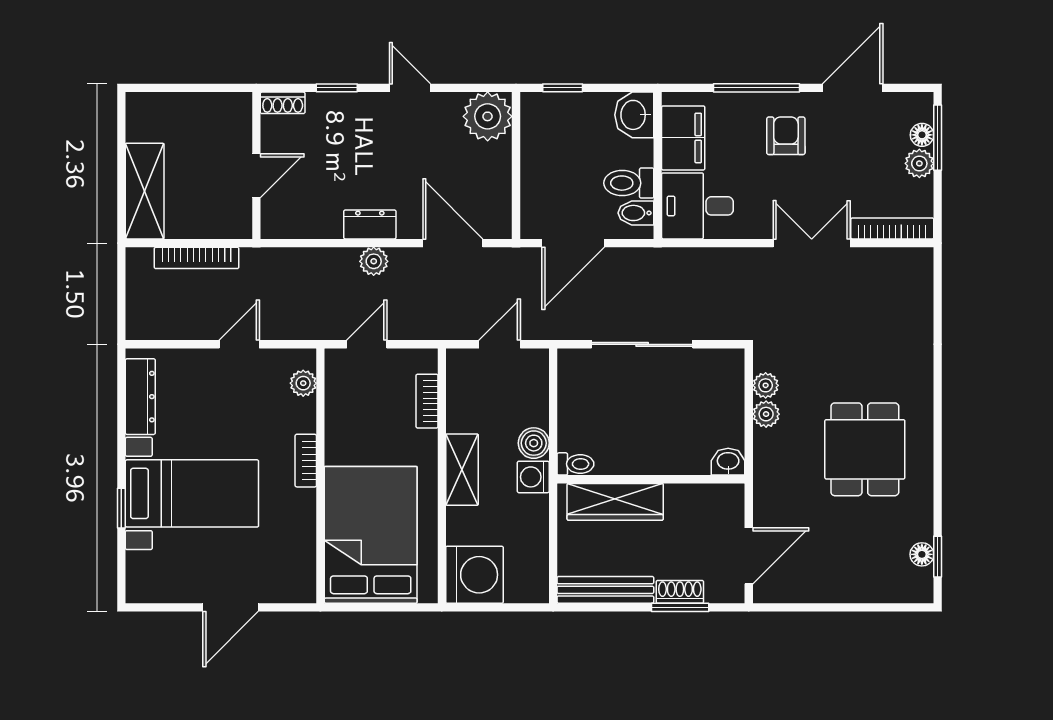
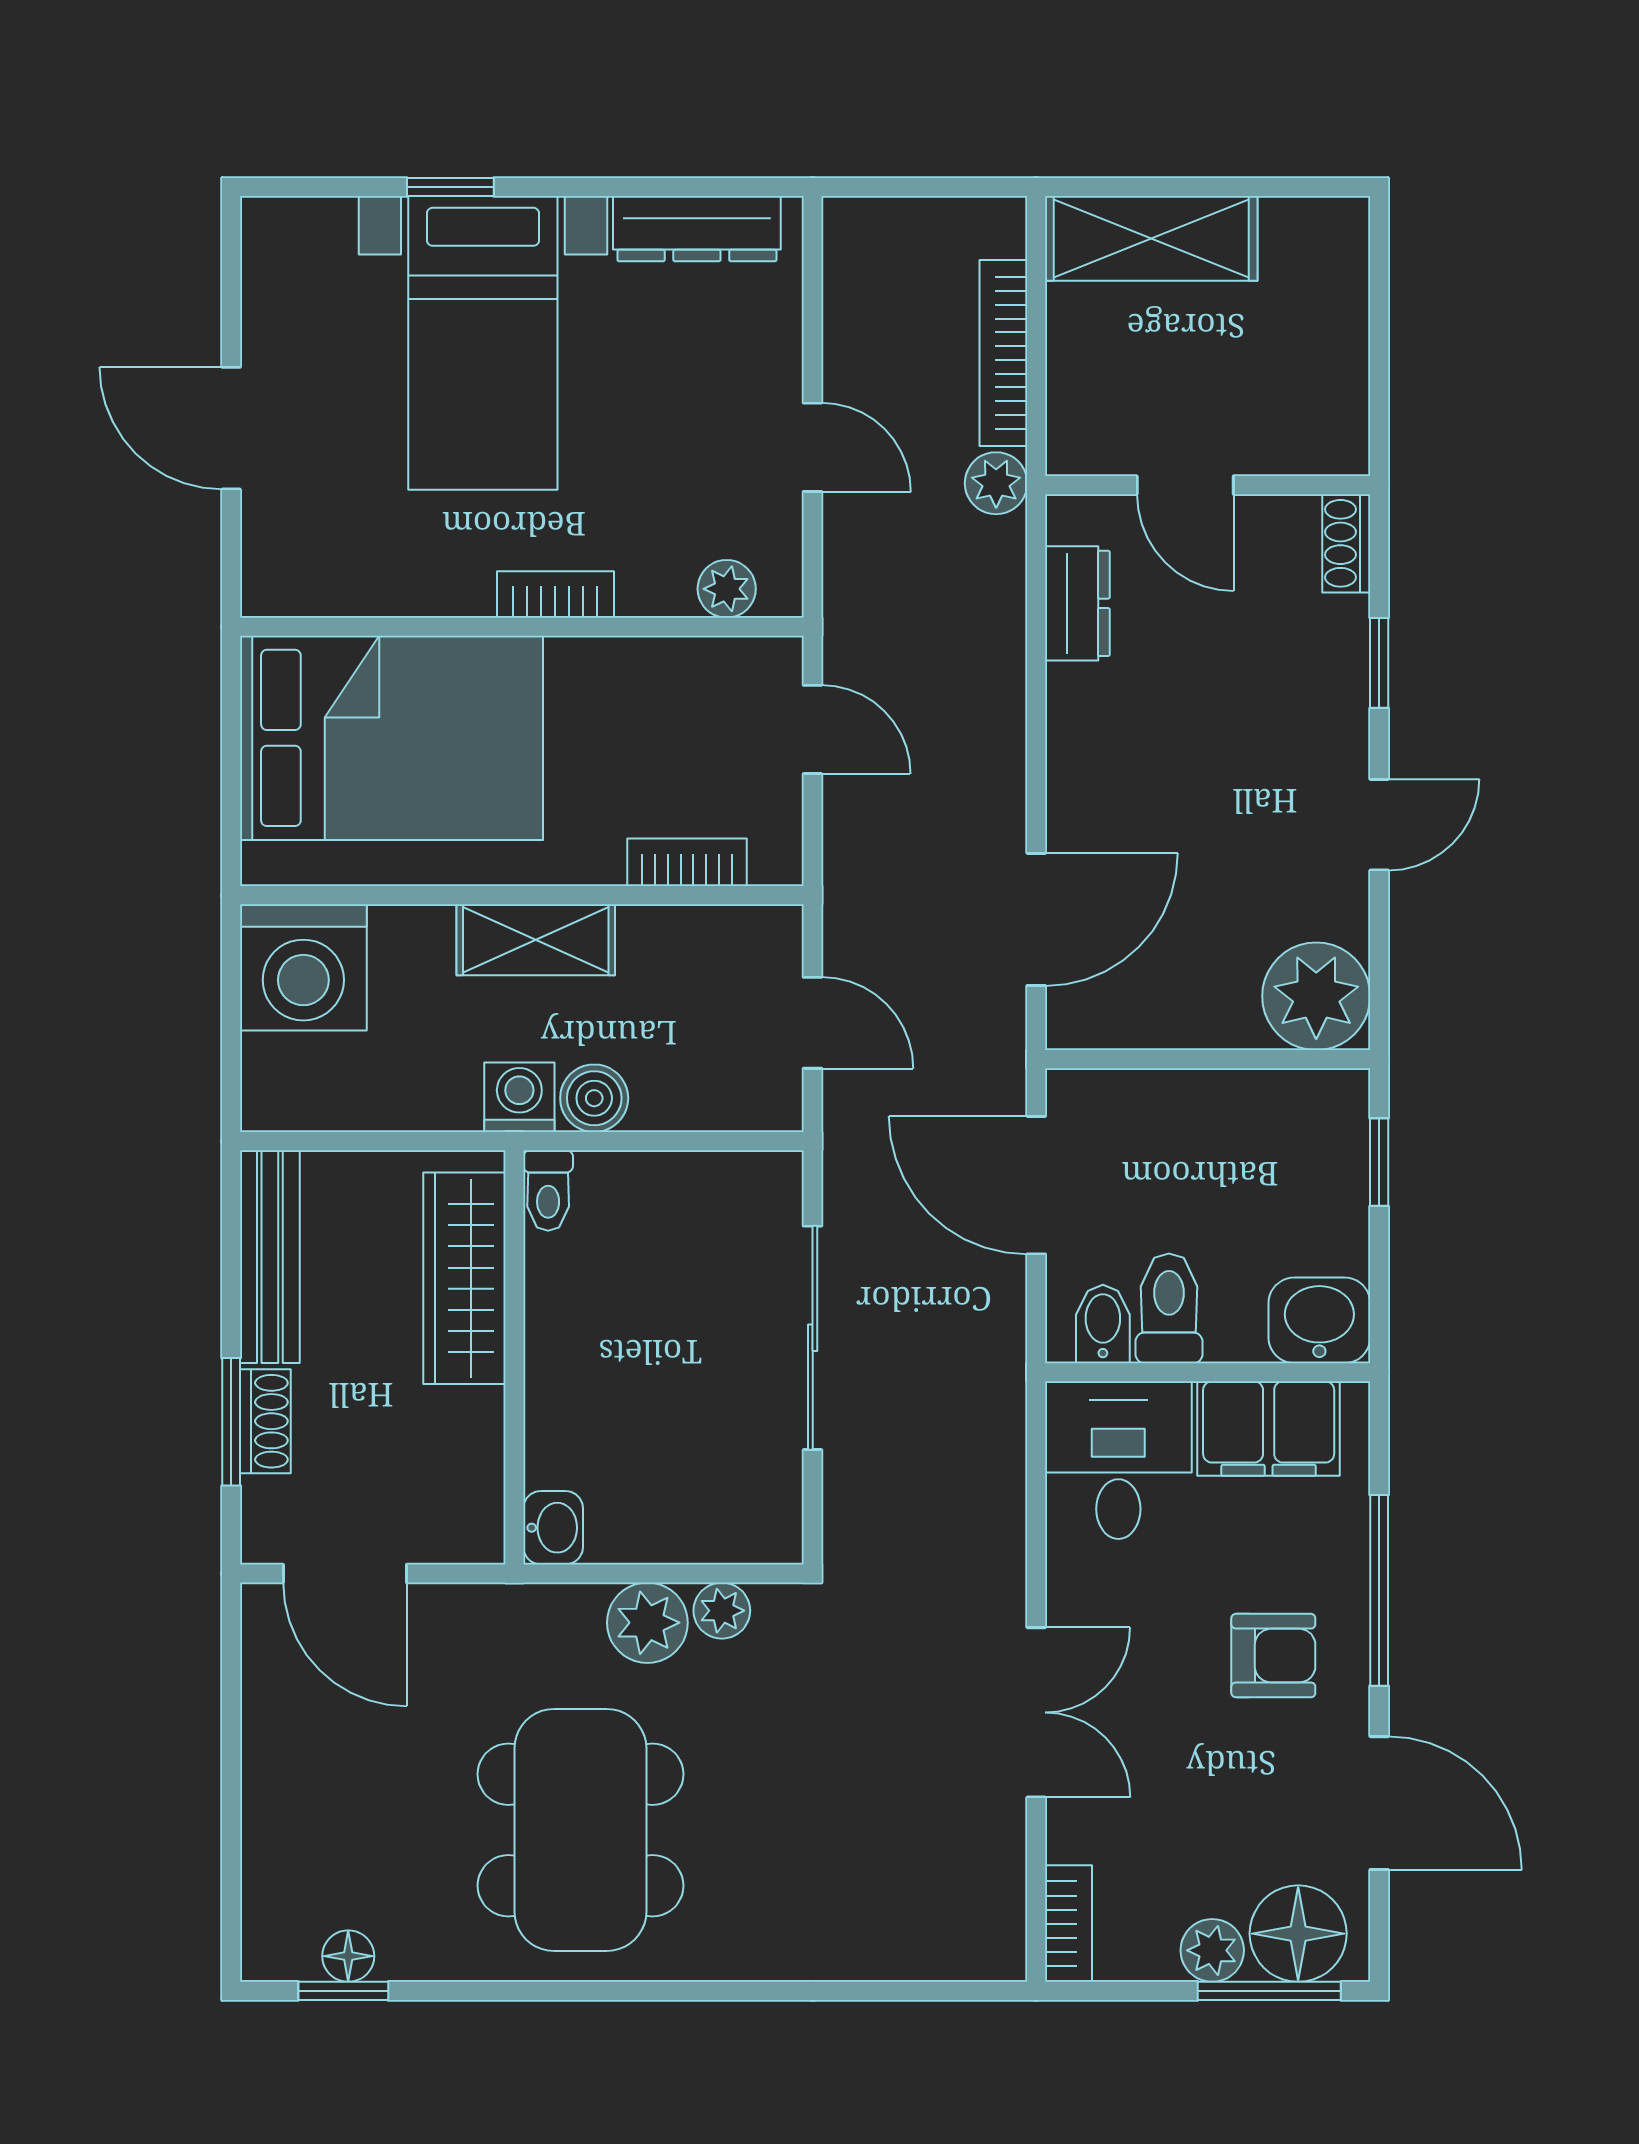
floor lamp: (922, 135) -> (1298, 1934), width x1.89, depth x1.89
dresser: (370, 224) -> (1077, 603), moved
bookcase: (892, 228) -> (1069, 1924), width x0.64
plant: (374, 261) -> (996, 483), moved
plant: (766, 414) -> (647, 1623), width x1.38, depth x1.38
dining table: (865, 449) -> (580, 1830), width x1.38

